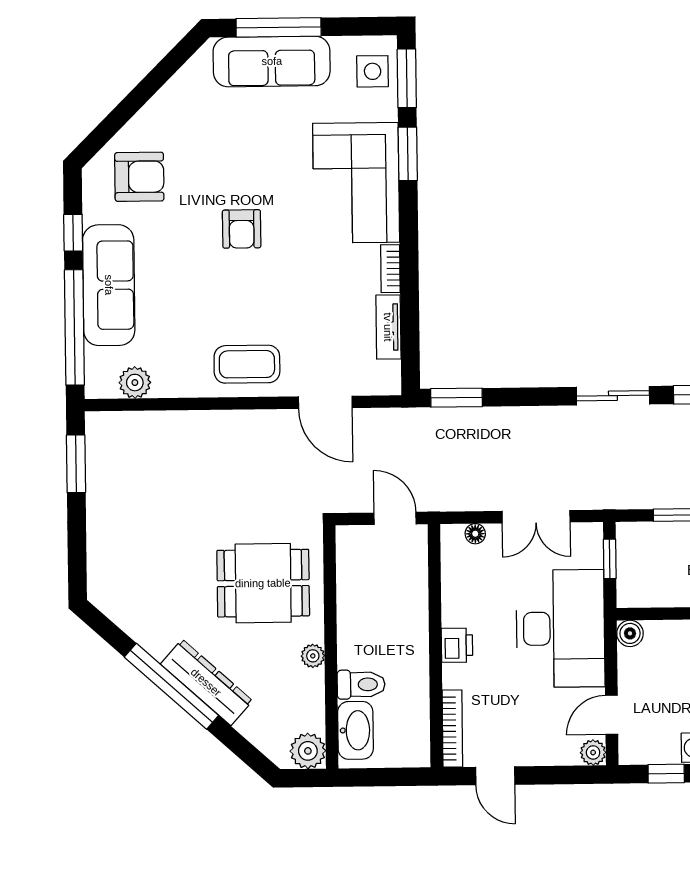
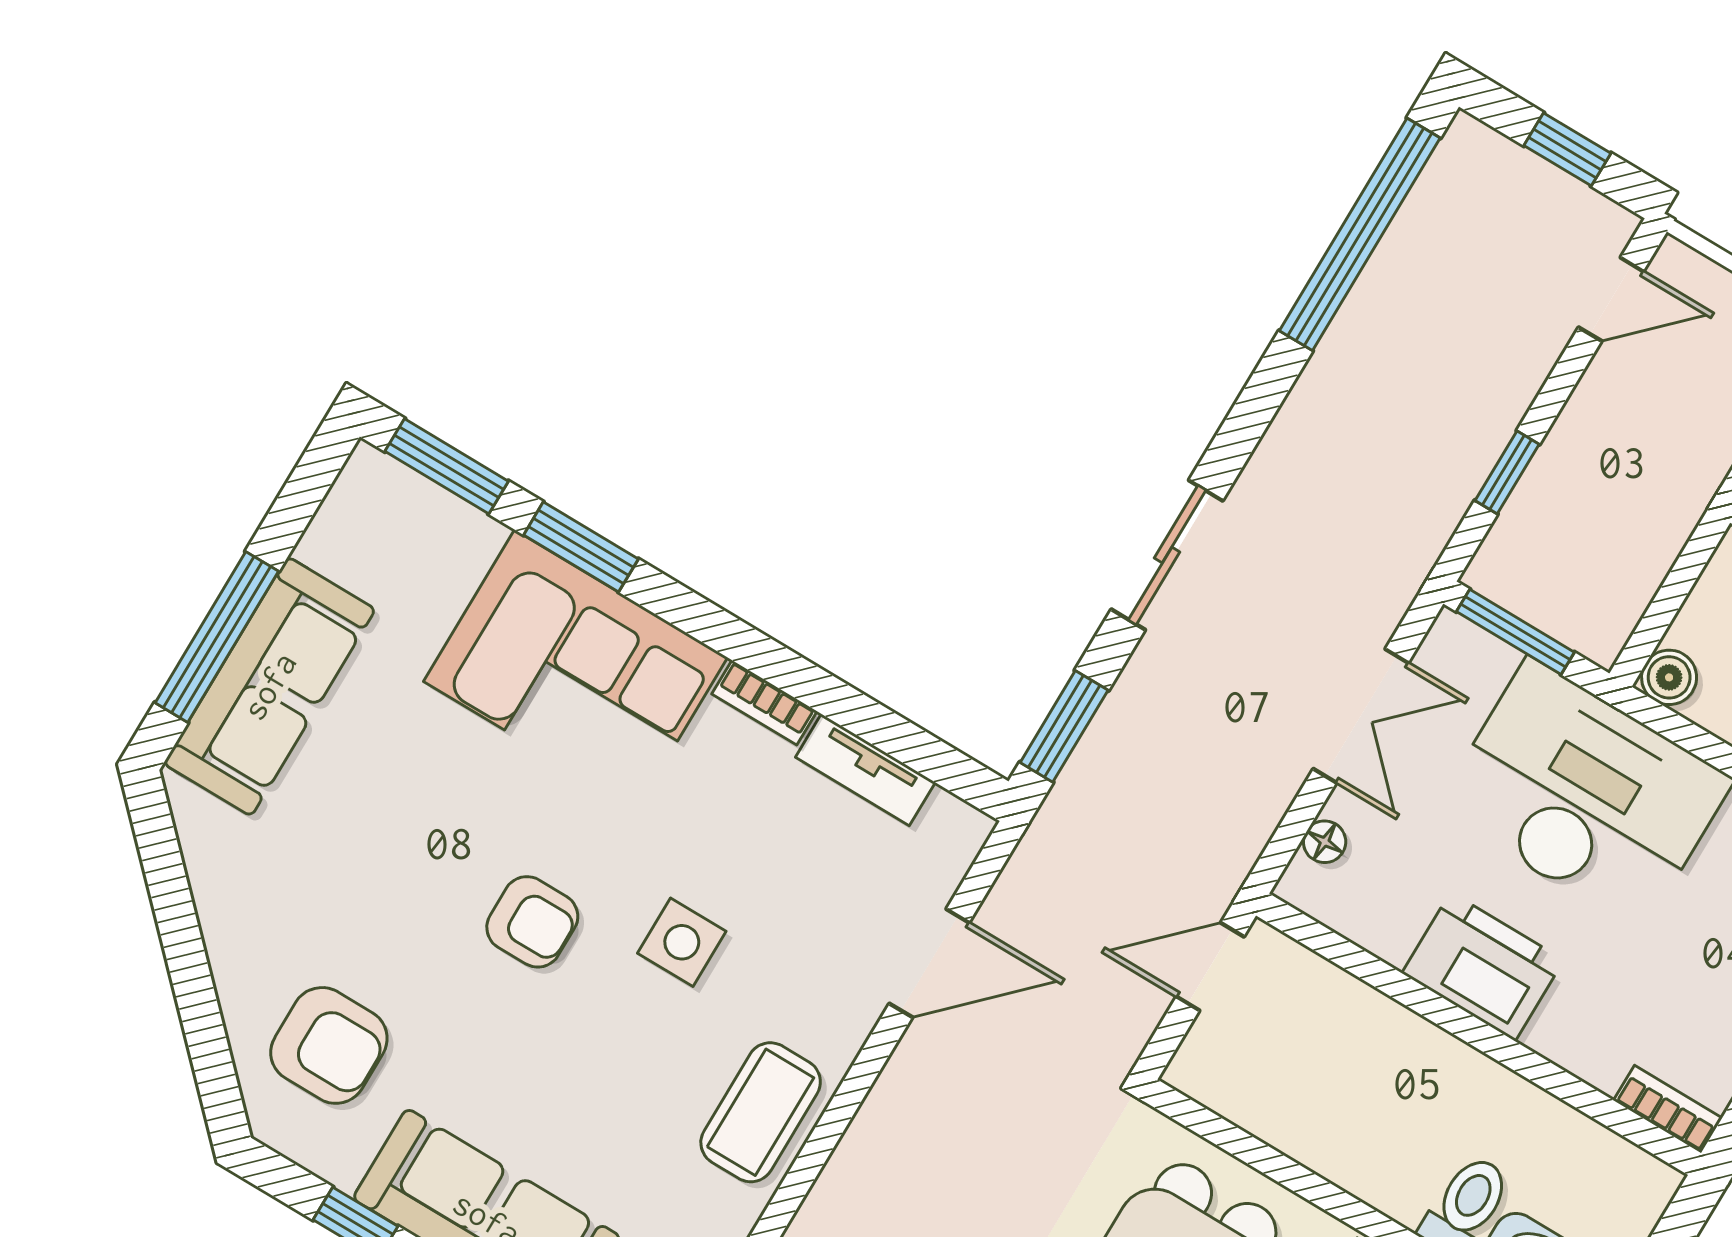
side table: (373, 71) -> (682, 942), moved
armchair: (139, 177) -> (329, 1045), turned 90
coffee table: (247, 364) -> (761, 1112), moved
sliding door: (613, 396) -> (1167, 555), moved
window: (610, 559) -> (1515, 632), width x1.50
printer: (457, 645) -> (1483, 966), width x1.87, depth x1.48
bookcase: (452, 728) -> (1668, 1109), width x0.64

